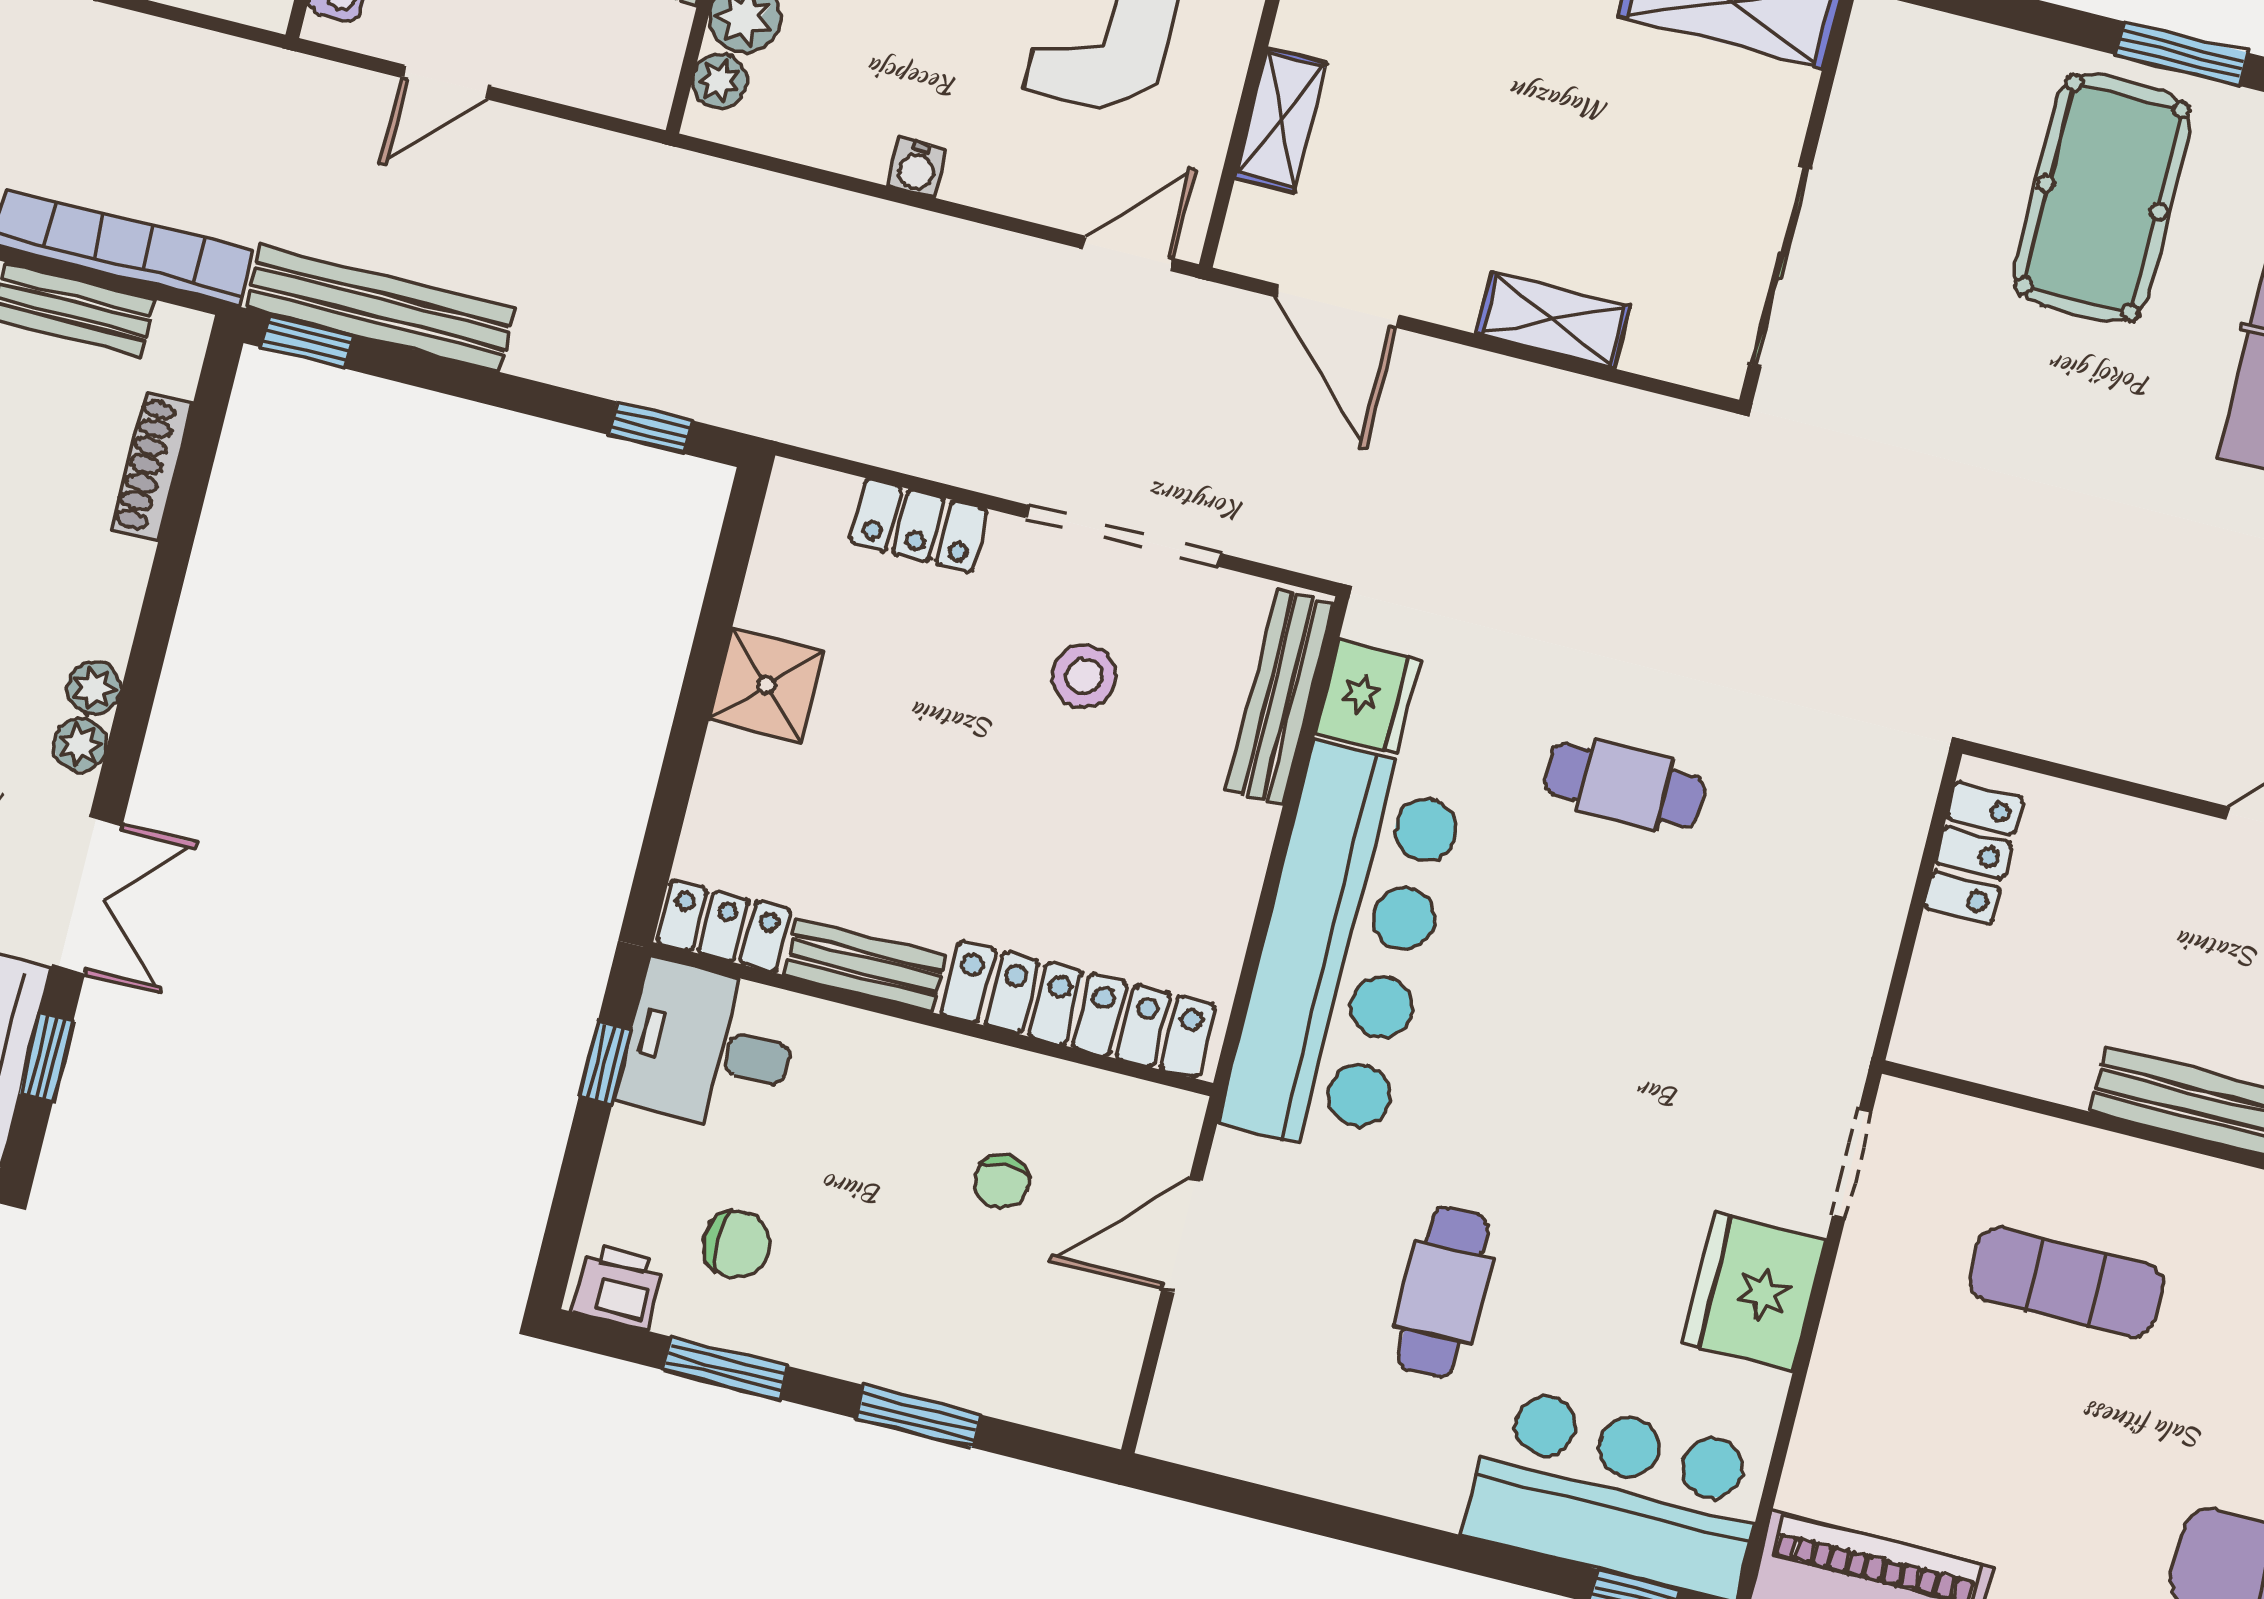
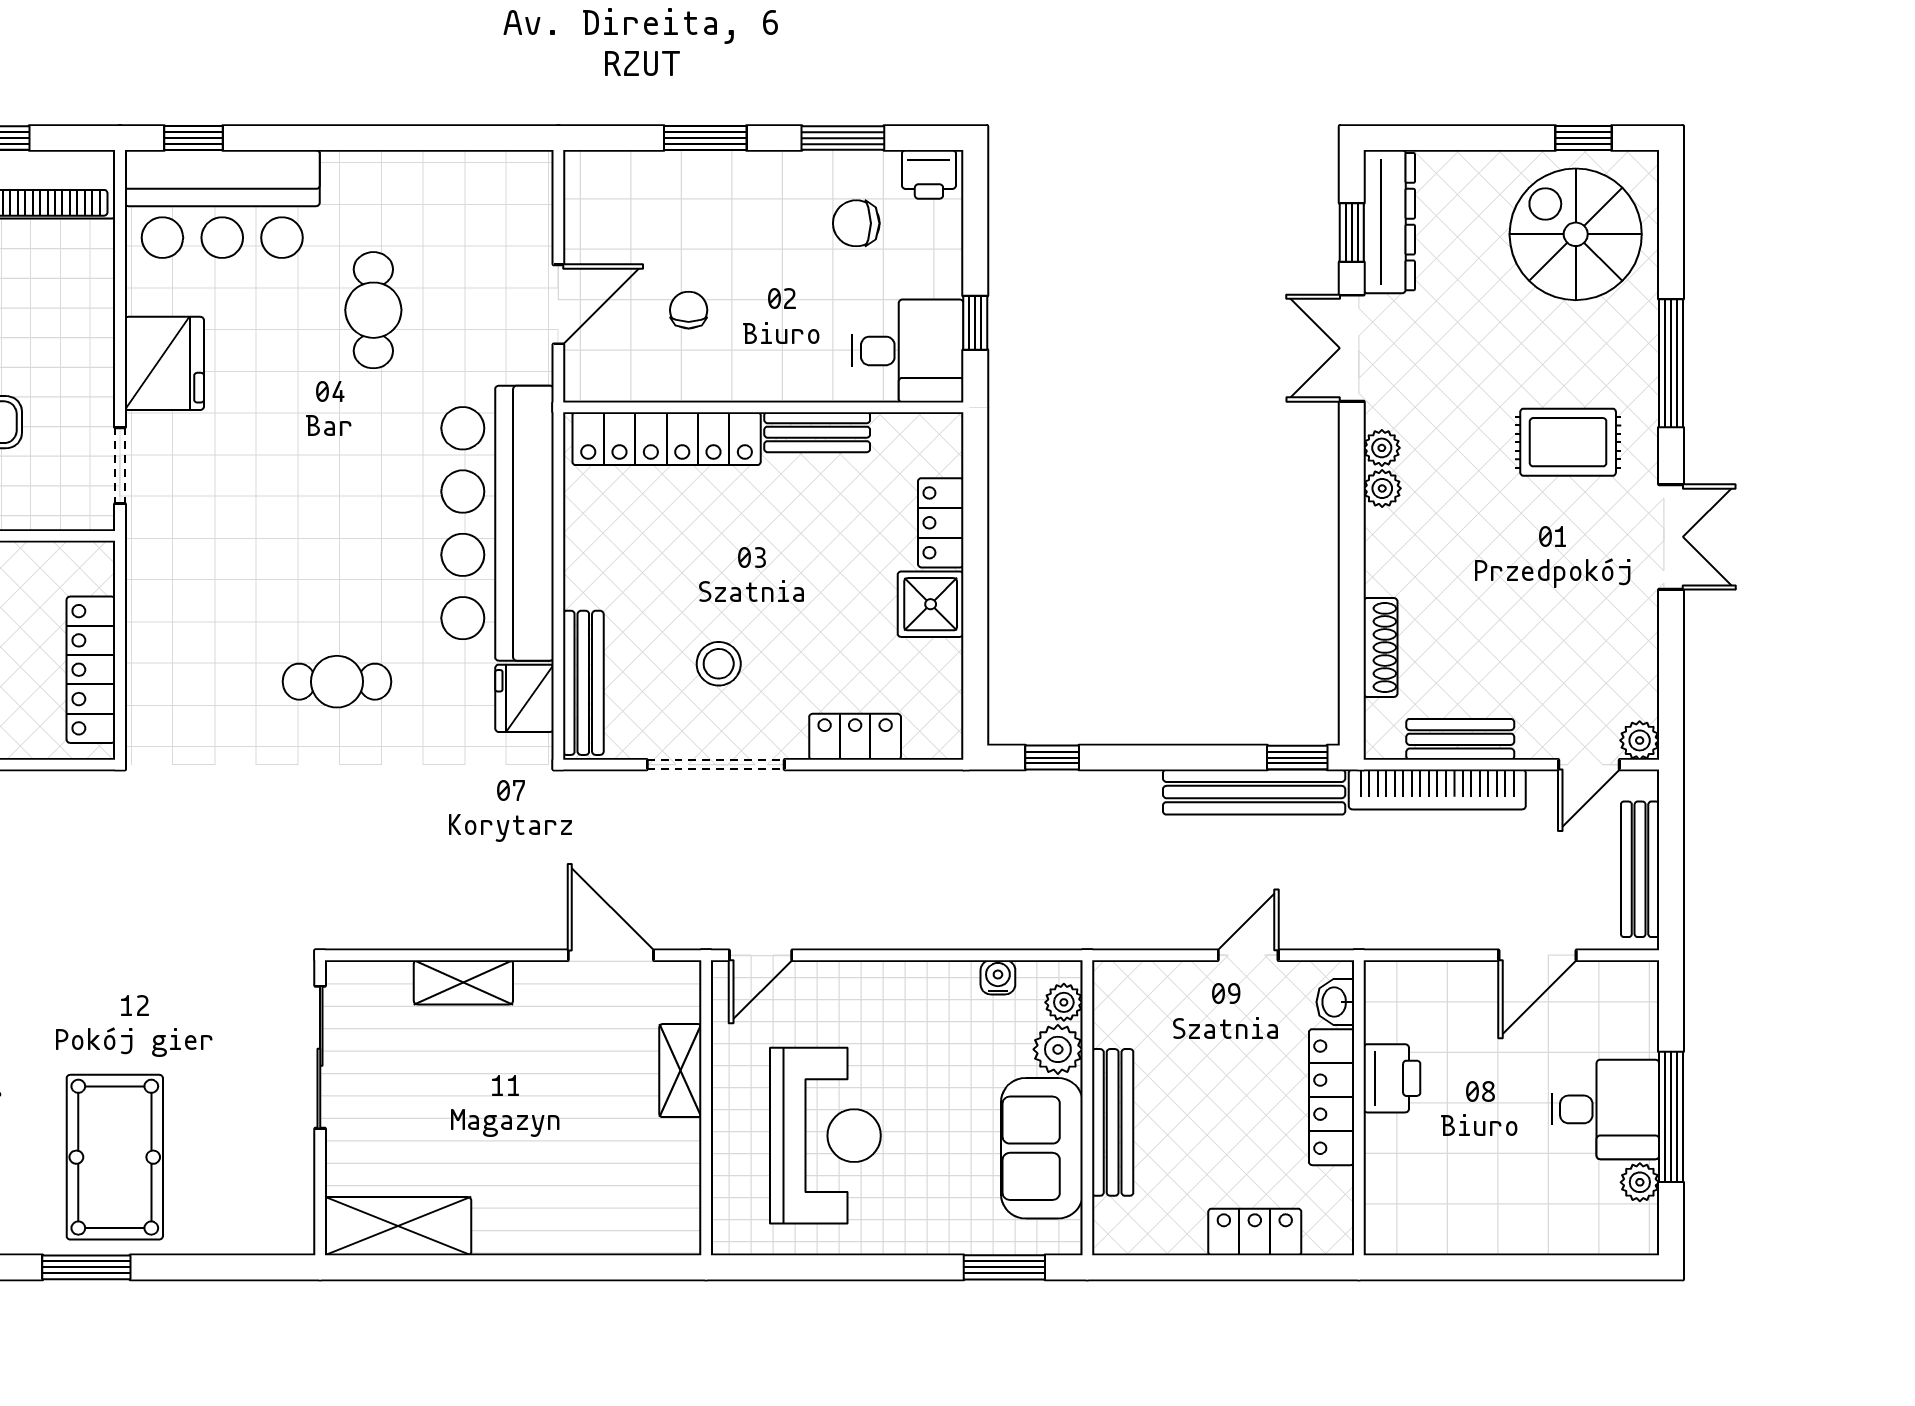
water cooler: (917, 168) -> (998, 977), moved
locker: (1973, 853) -> (91, 670), width x1.53
locker: (724, 926) -> (941, 523), moved, turned 90

